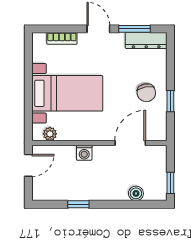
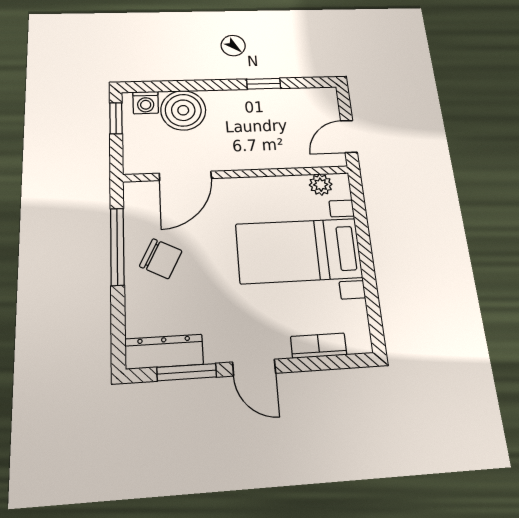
chair: (146, 93) -> (161, 259), turned 128
window: (170, 101) -> (117, 246), width x2.17
washing machine: (84, 153) -> (146, 103), moved, turned 180
boiler: (136, 193) -> (183, 110), width x1.86, depth x1.86

